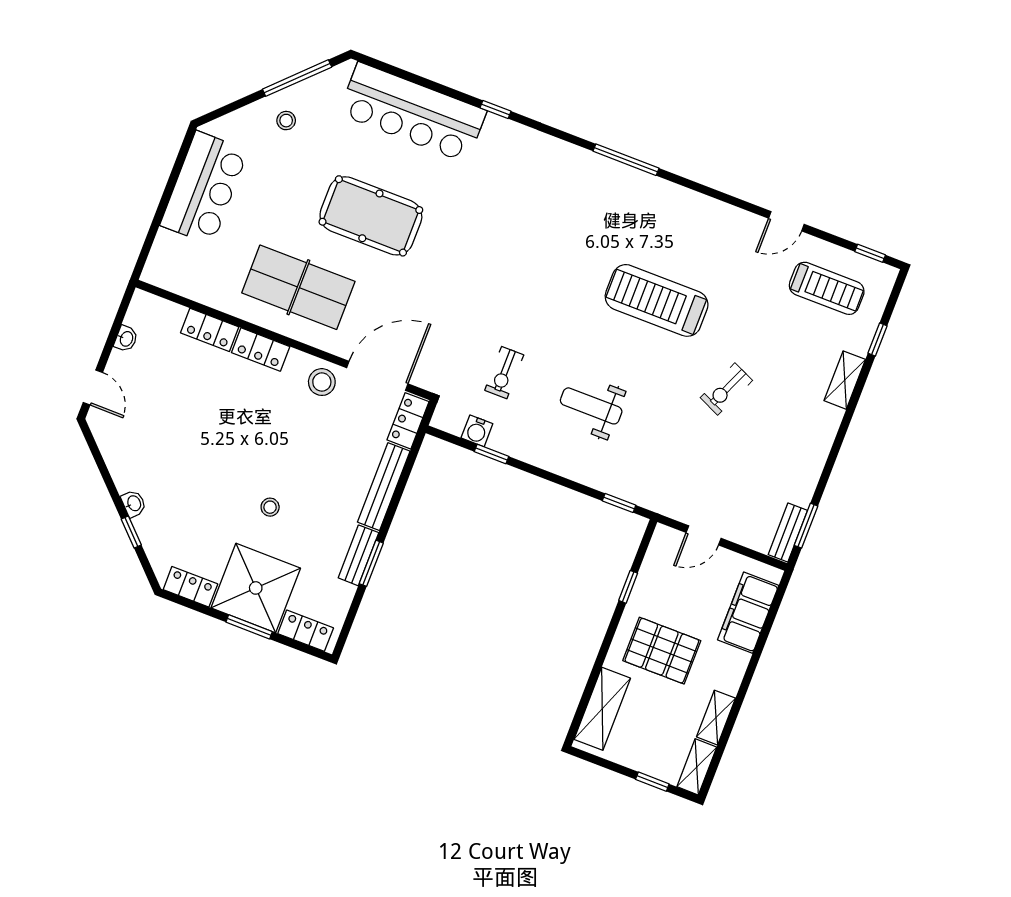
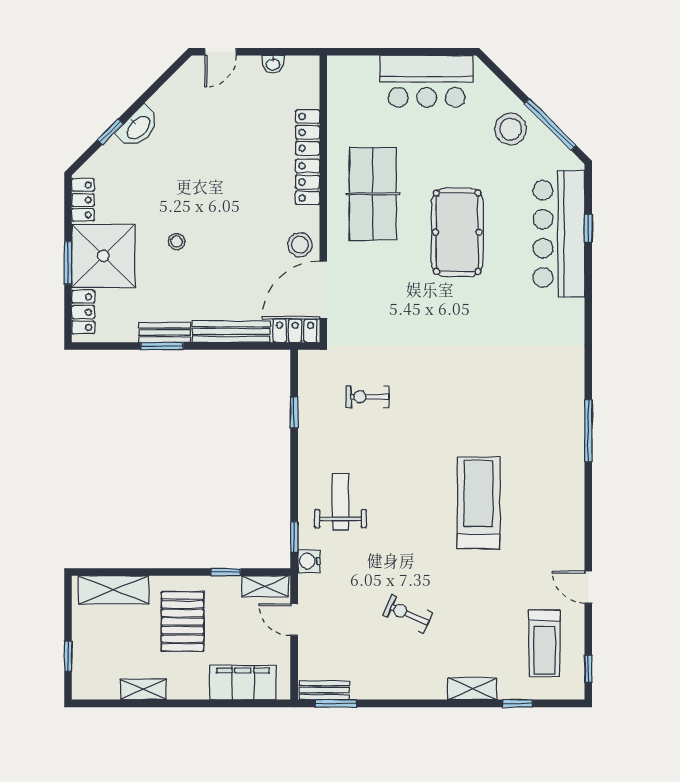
window: (495, 110) -> (588, 228), moved
stool: (286, 121) -> (511, 129), width x1.89, depth x1.89
door: (377, 376) -> (323, 290), swing flipped
exercise bike: (726, 389) -> (408, 614), moved
weight bench: (591, 406) -> (340, 502), moved
water cooler: (477, 431) -> (309, 561), moved
washbasin: (134, 503) -> (138, 127), width x1.91, depth x1.45
shelving: (697, 767) -> (265, 586), moved

